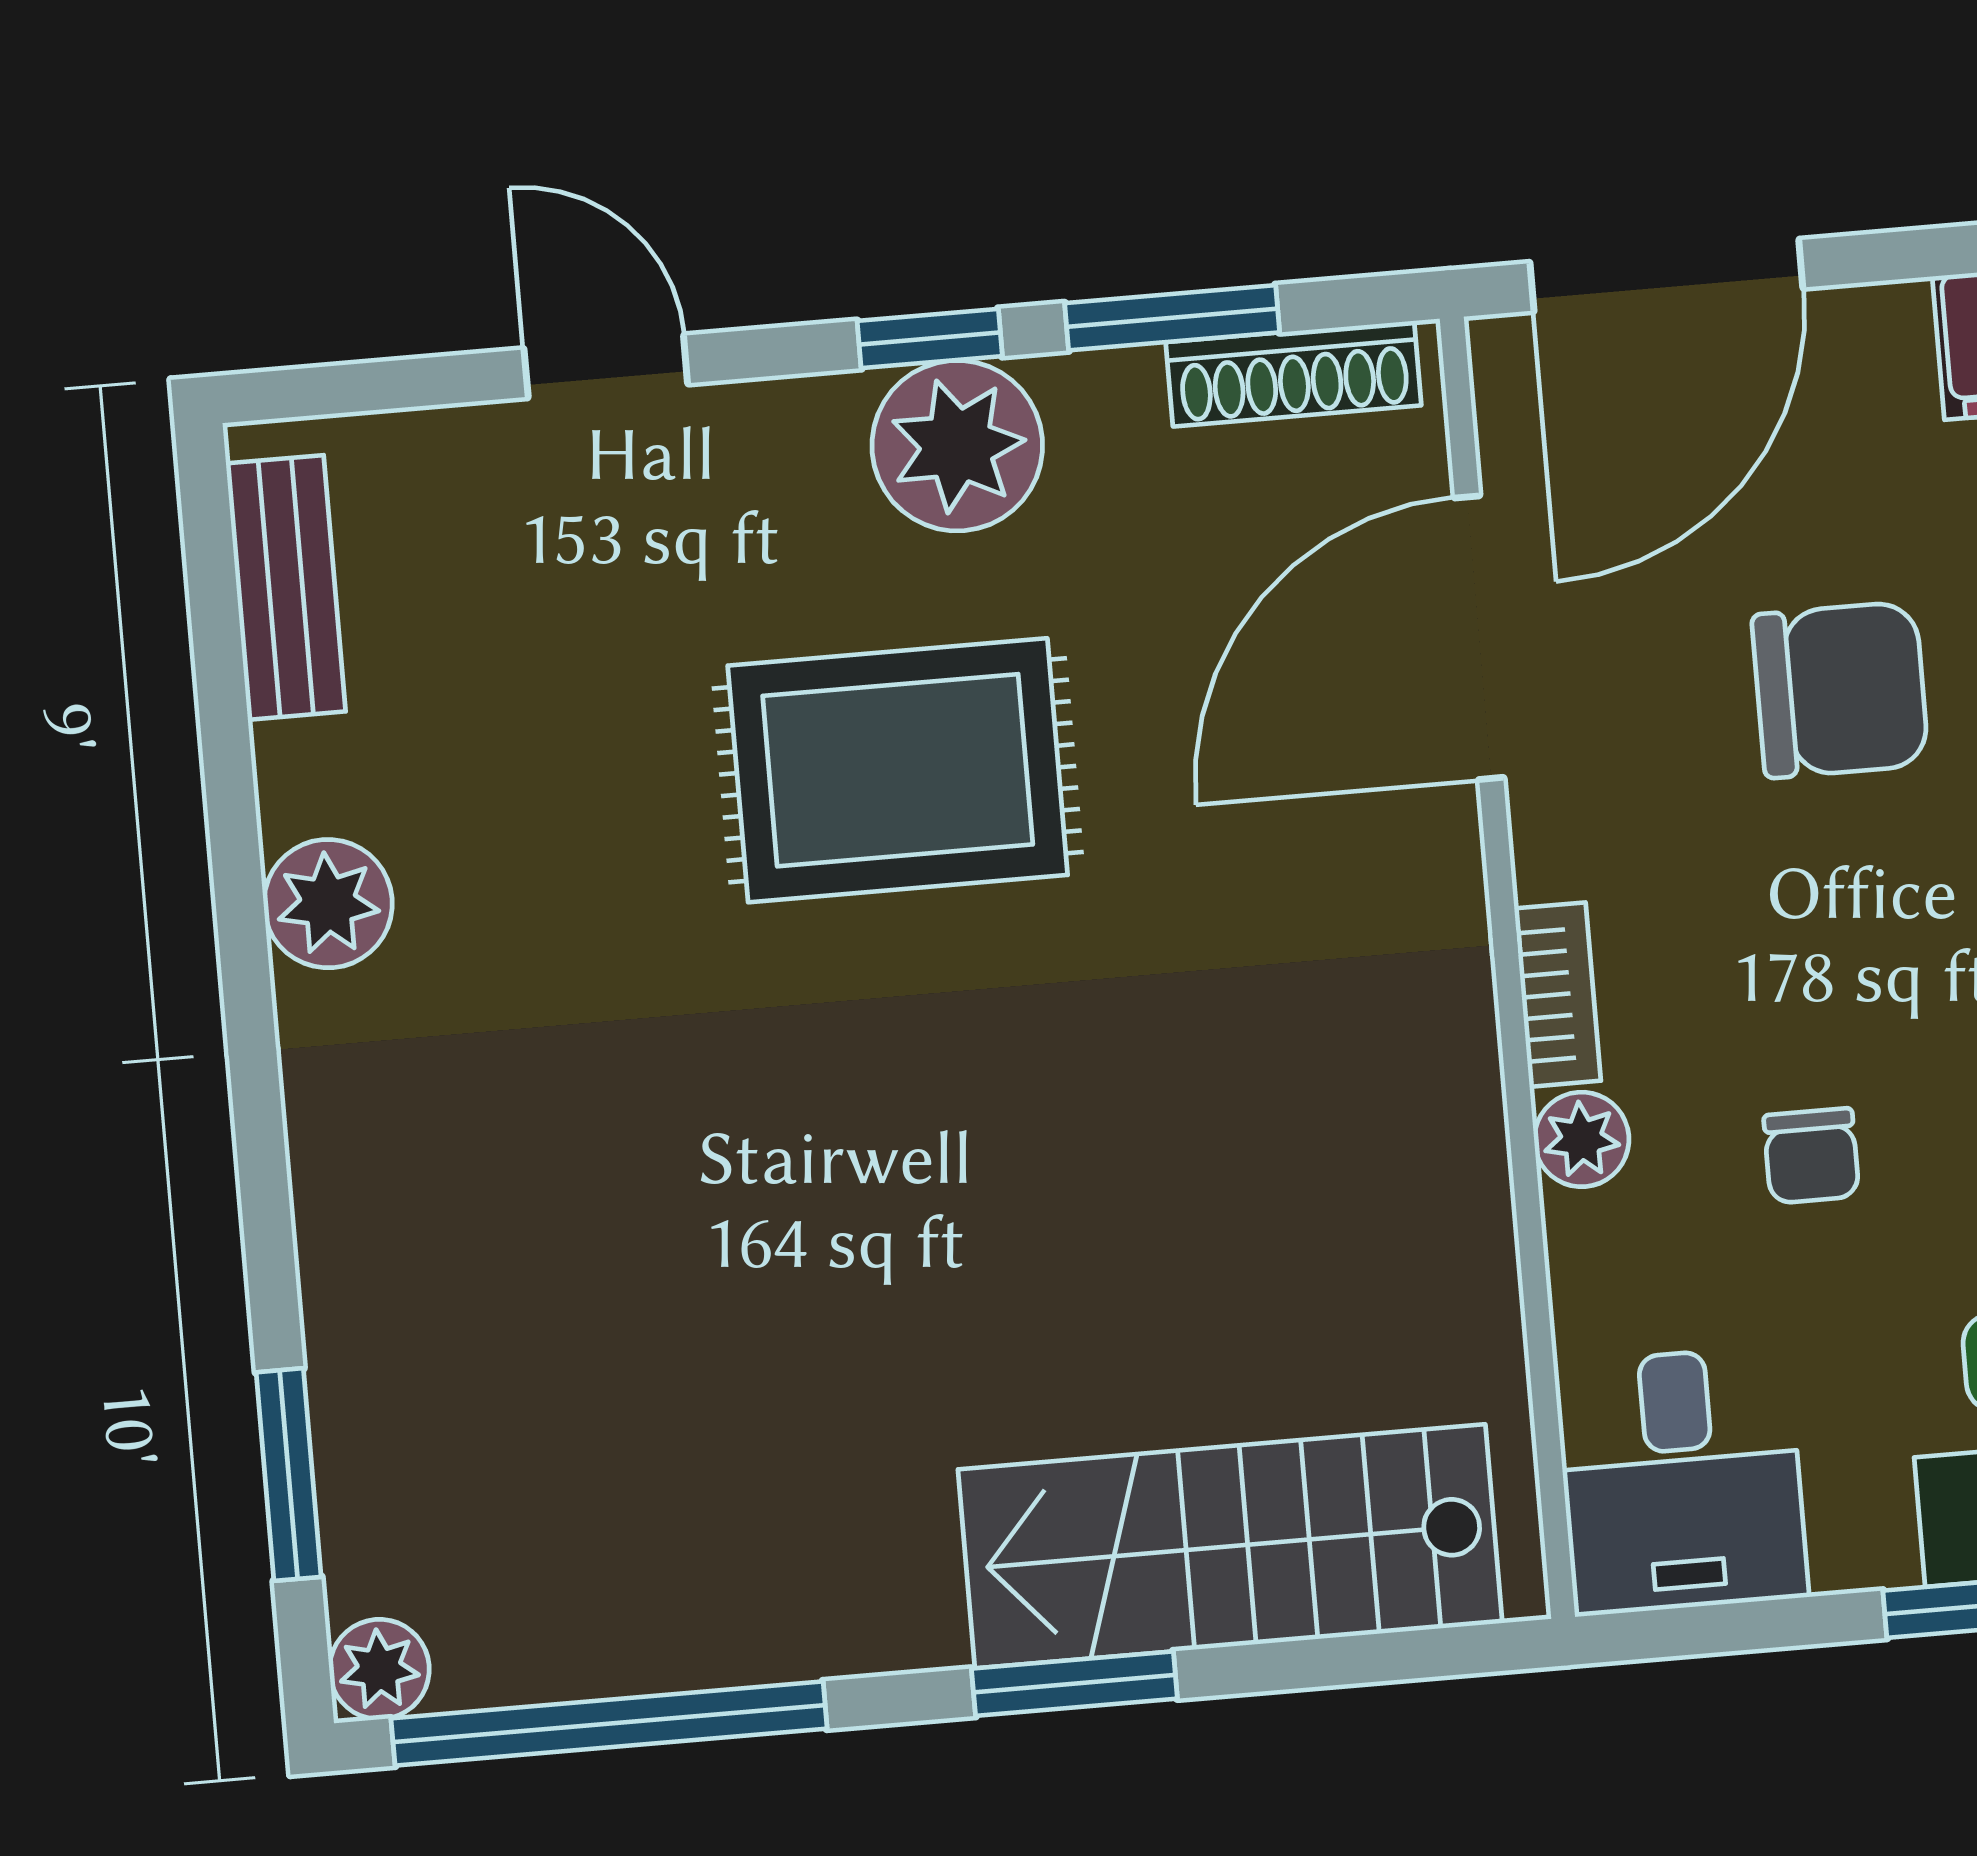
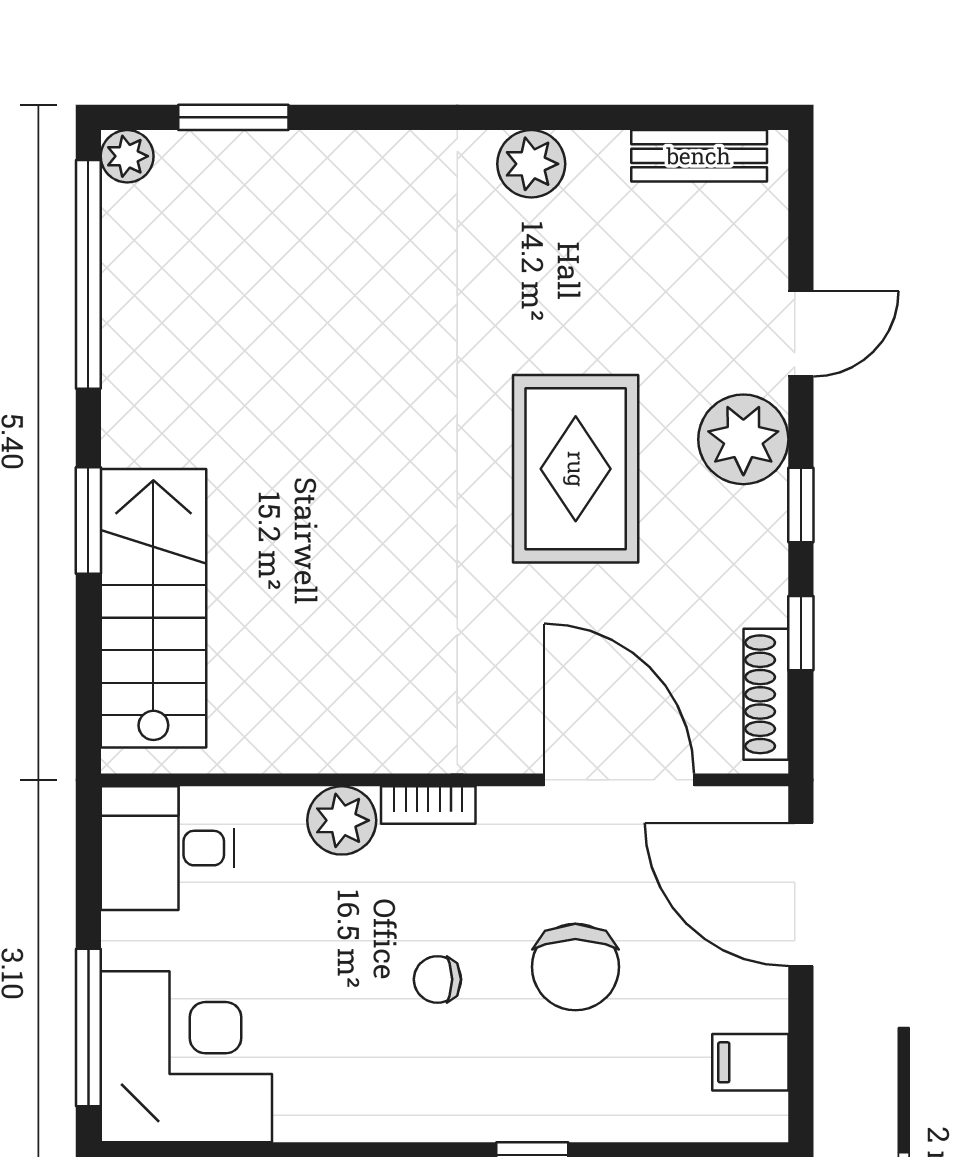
window: (1172, 318) -> (801, 633), width x0.67
plant: (957, 446) -> (743, 439), moved
plant: (1582, 1139) -> (342, 820), width x1.38, depth x1.38
chair: (1811, 1156) -> (437, 979), moved

